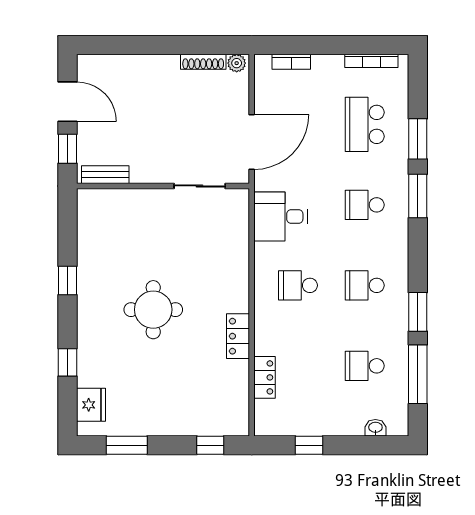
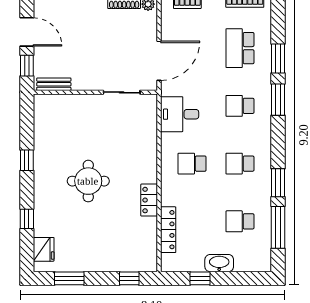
locker: (265, 377) -> (168, 230), width x1.53
washbasin: (375, 428) -> (219, 263), moved, width x1.91, depth x1.45

